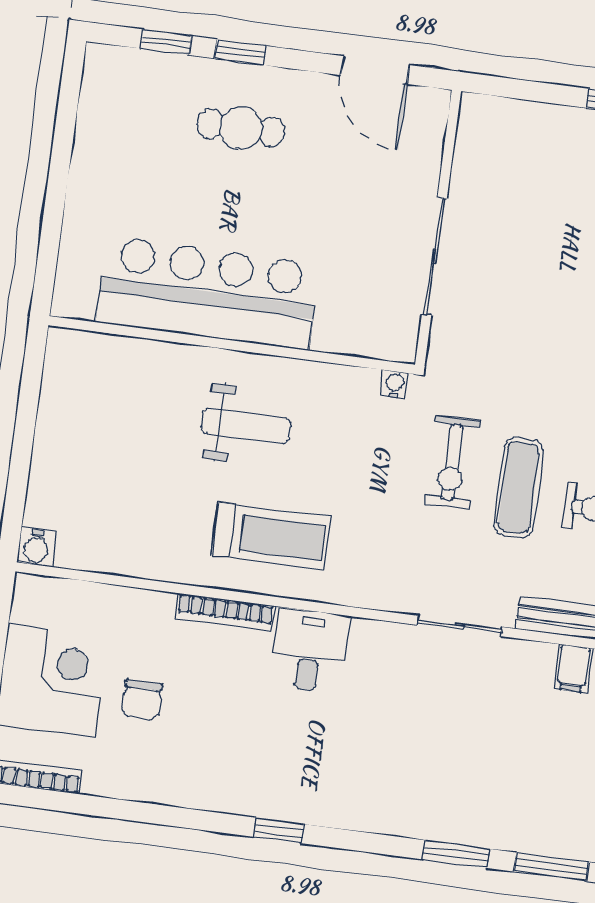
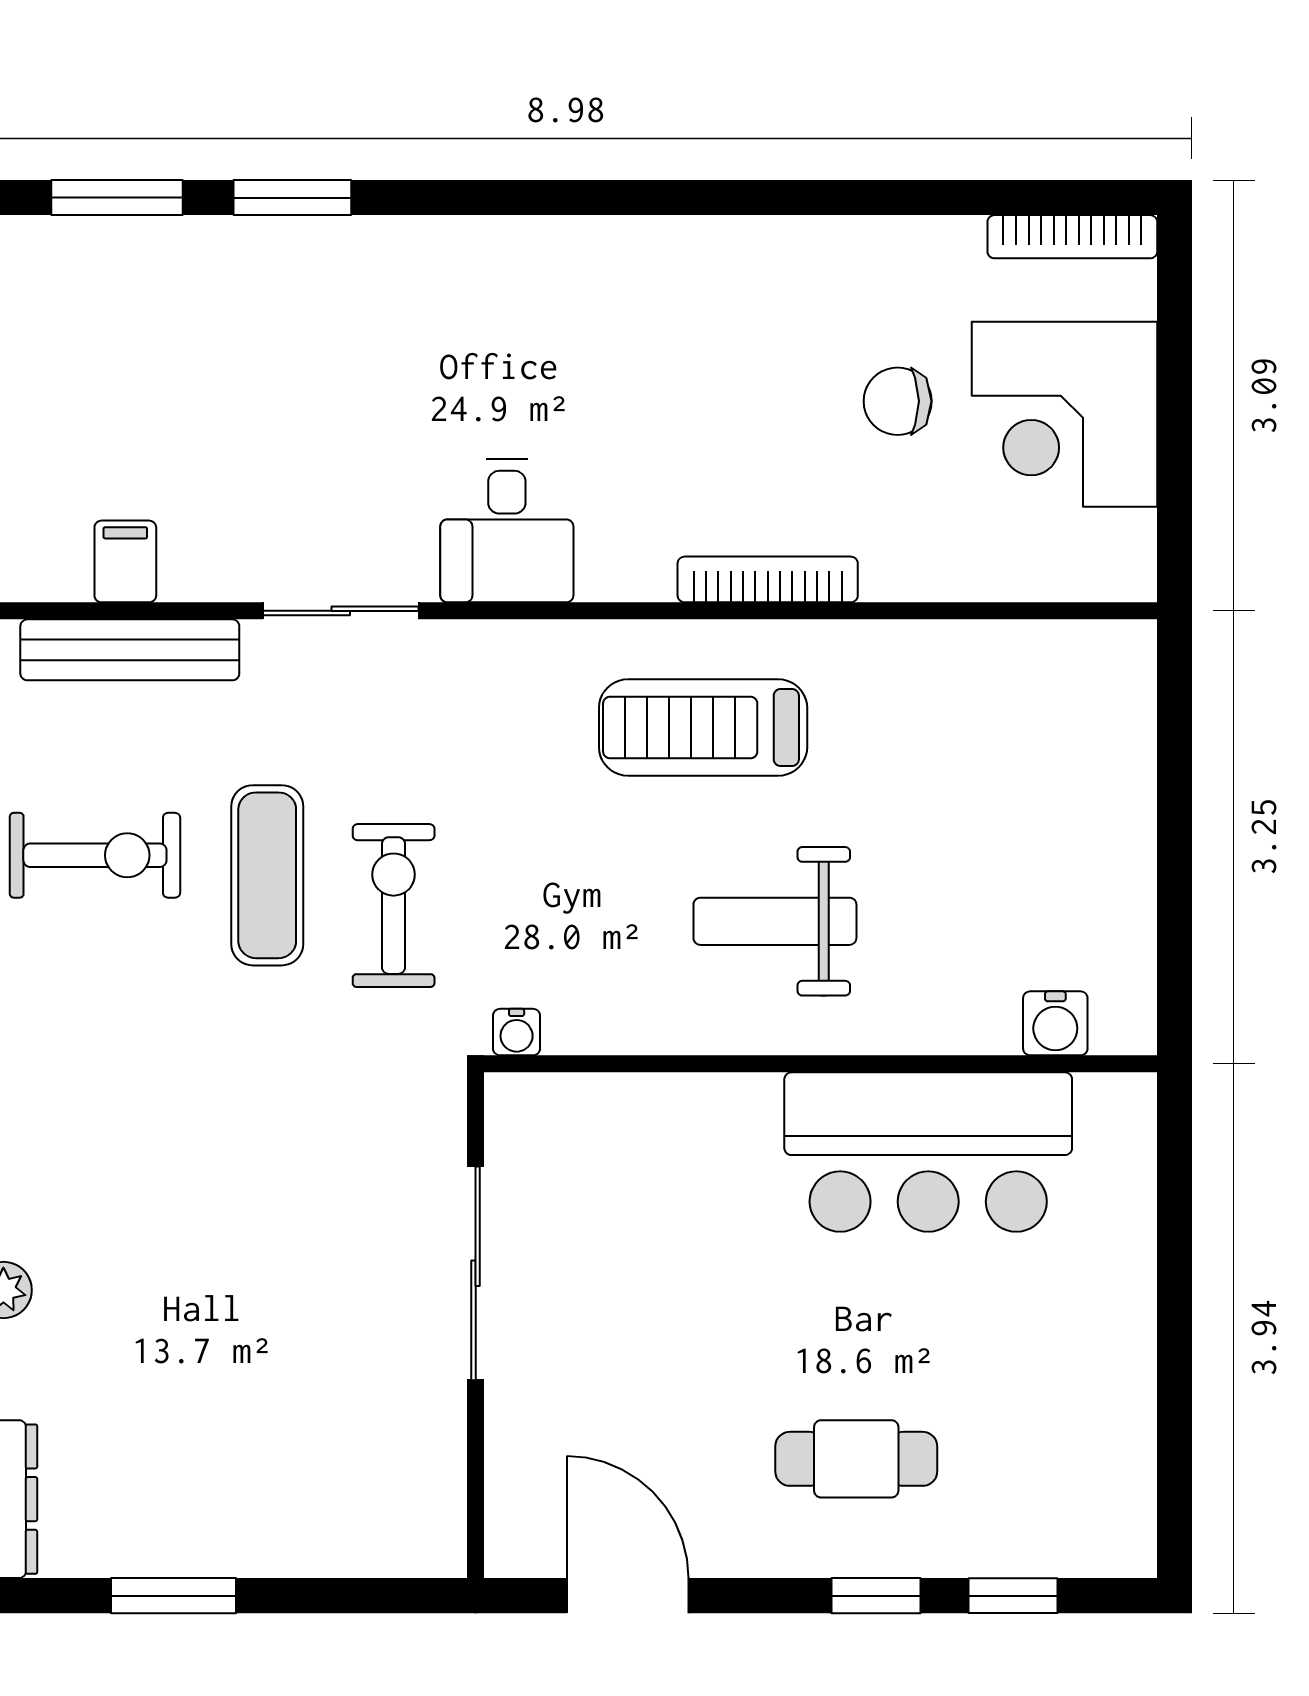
bar counter: (208, 293) -> (928, 1152), width x0.73
water cooler: (36, 547) -> (1055, 1023), moved, turned 180
desk: (310, 650) -> (507, 531), moved
chair: (142, 700) -> (898, 401), turned -90
window: (279, 831) -> (618, 198), removed

